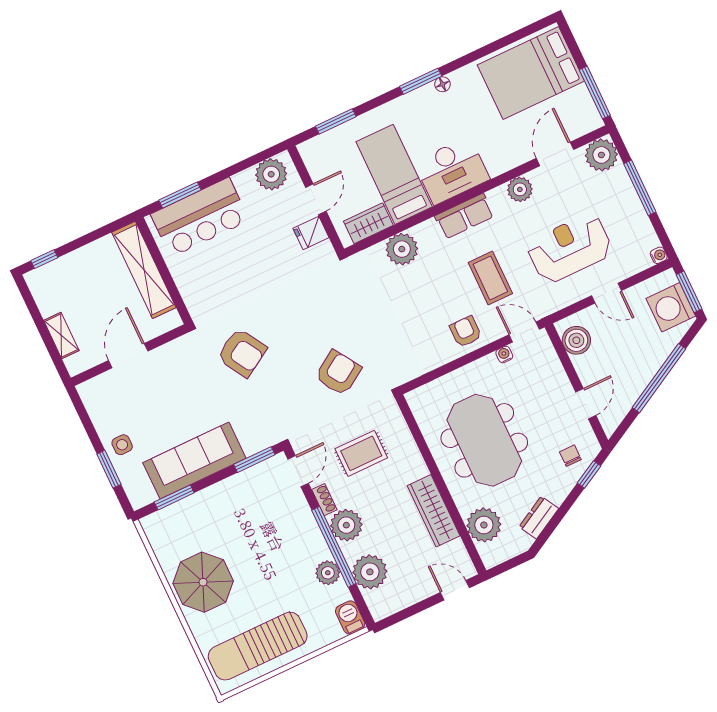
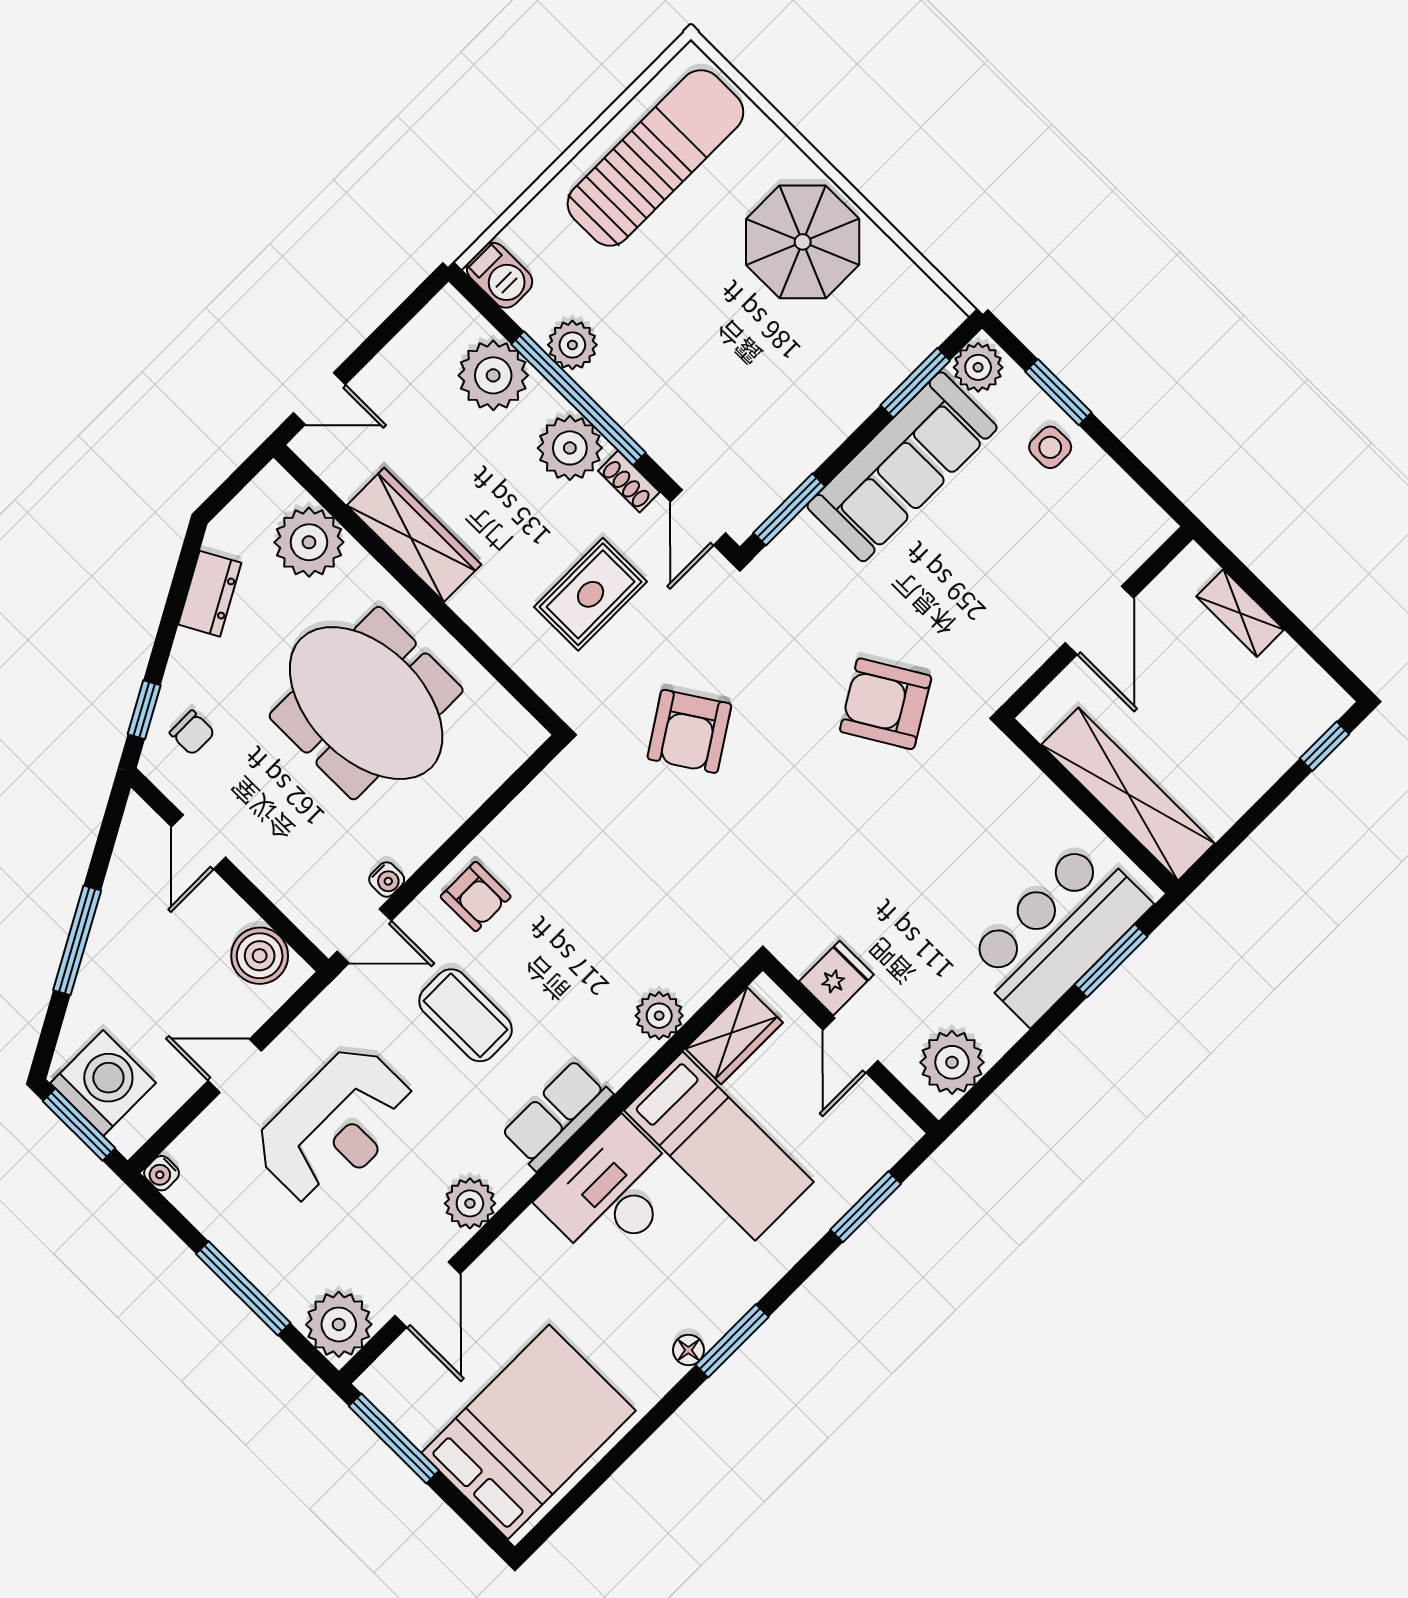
plant: (402, 249) -> (659, 1016), width x0.73, depth x0.73
window: (659, 378) -> (77, 940), width x0.68
plant: (142, 494) -> (978, 367), added

